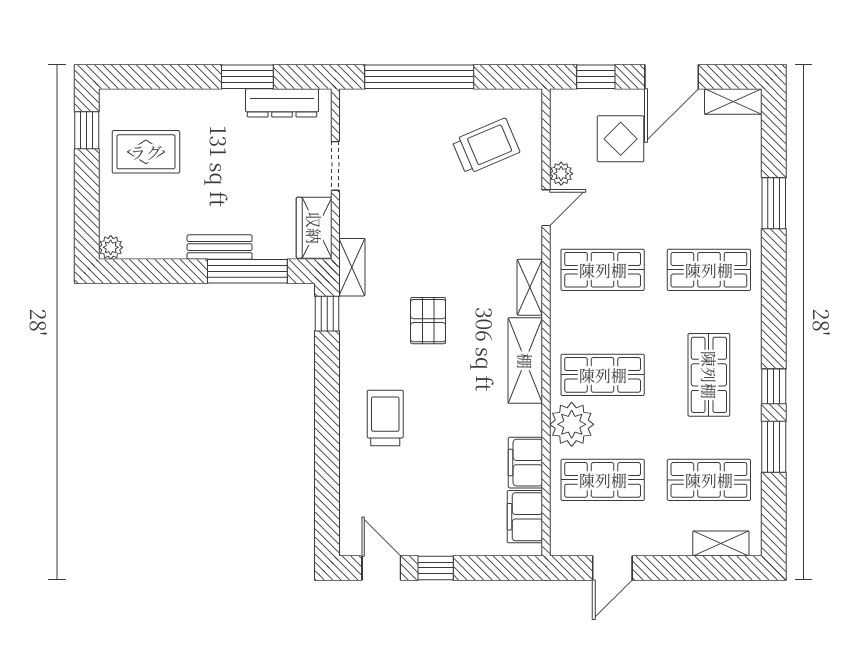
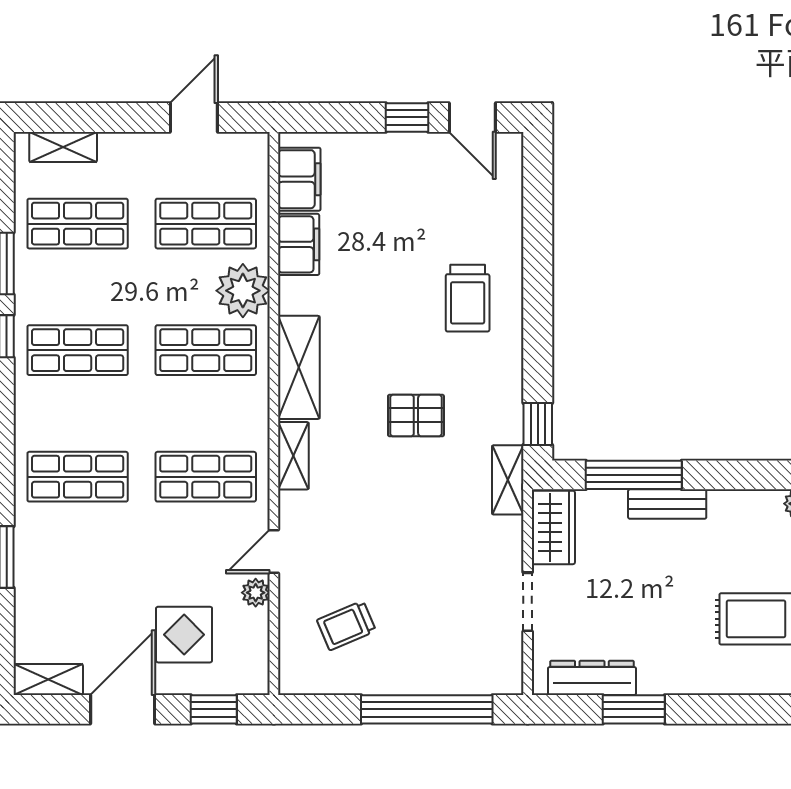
trolley: (486, 146) -> (346, 625), width x0.73, depth x0.72
pallet: (428, 321) -> (416, 415), turned 90
shop shelf: (709, 375) -> (78, 350), turned 90

